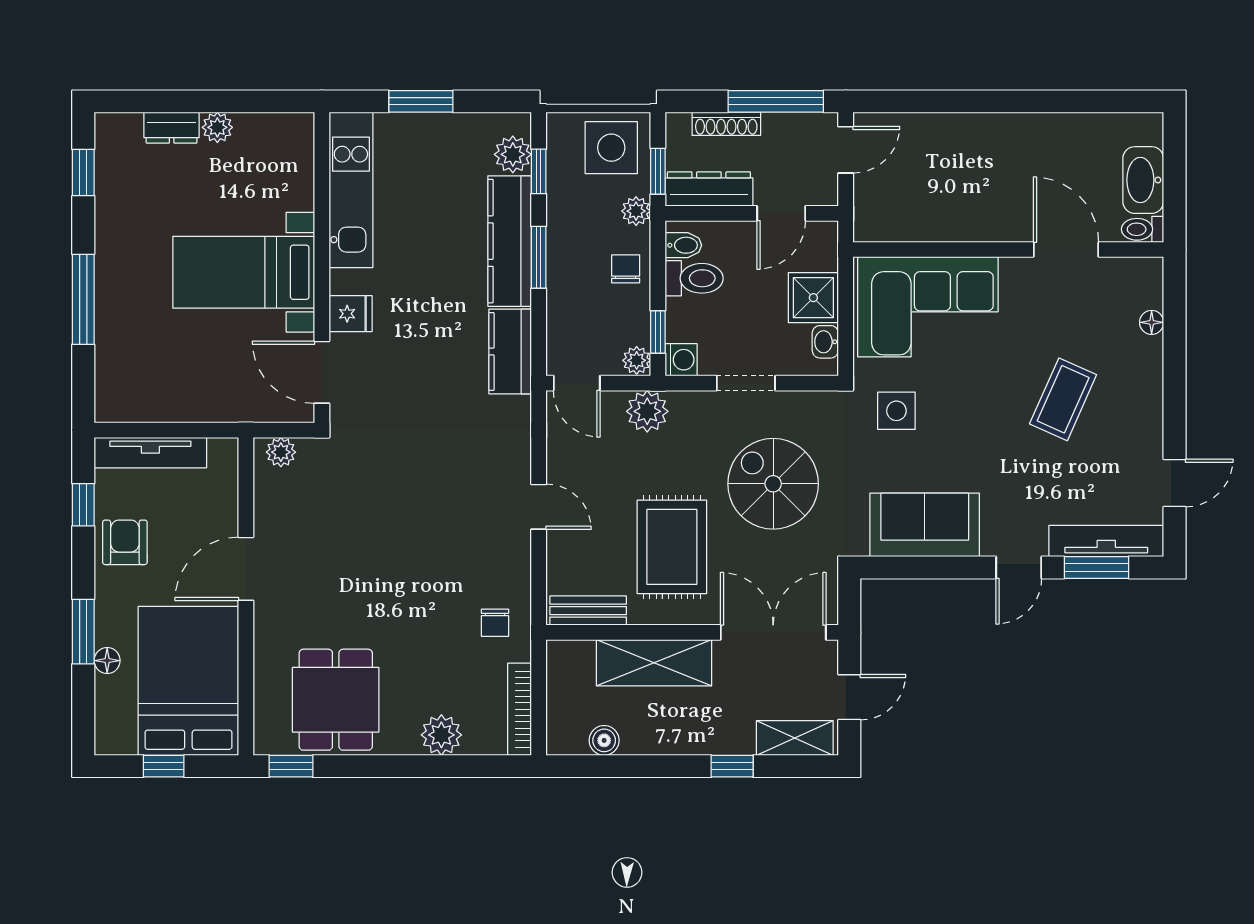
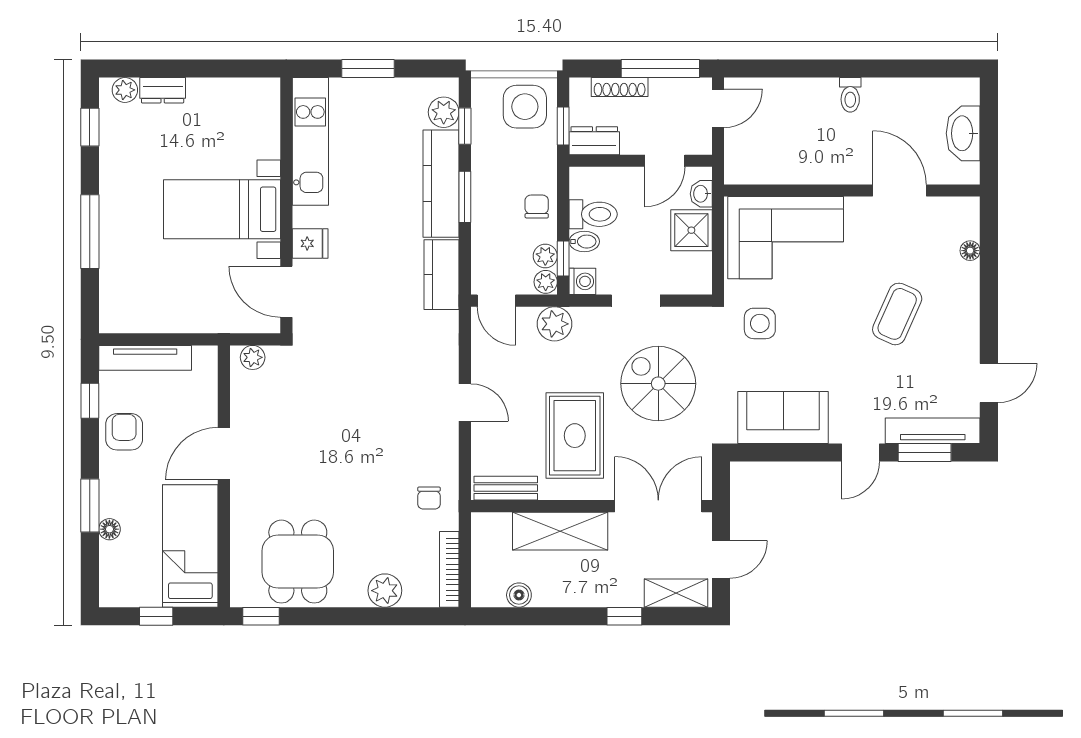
plant: (217, 127) -> (125, 90), moved
dresser: (709, 189) -> (594, 141), width x0.70
plant: (636, 211) -> (545, 256), moved
toilet: (1142, 229) -> (850, 95), moved, turned -90
bidet: (683, 245) -> (584, 242), moved
washbasin: (825, 342) -> (701, 194), moved
bed: (188, 681) -> (190, 546), width x0.67

